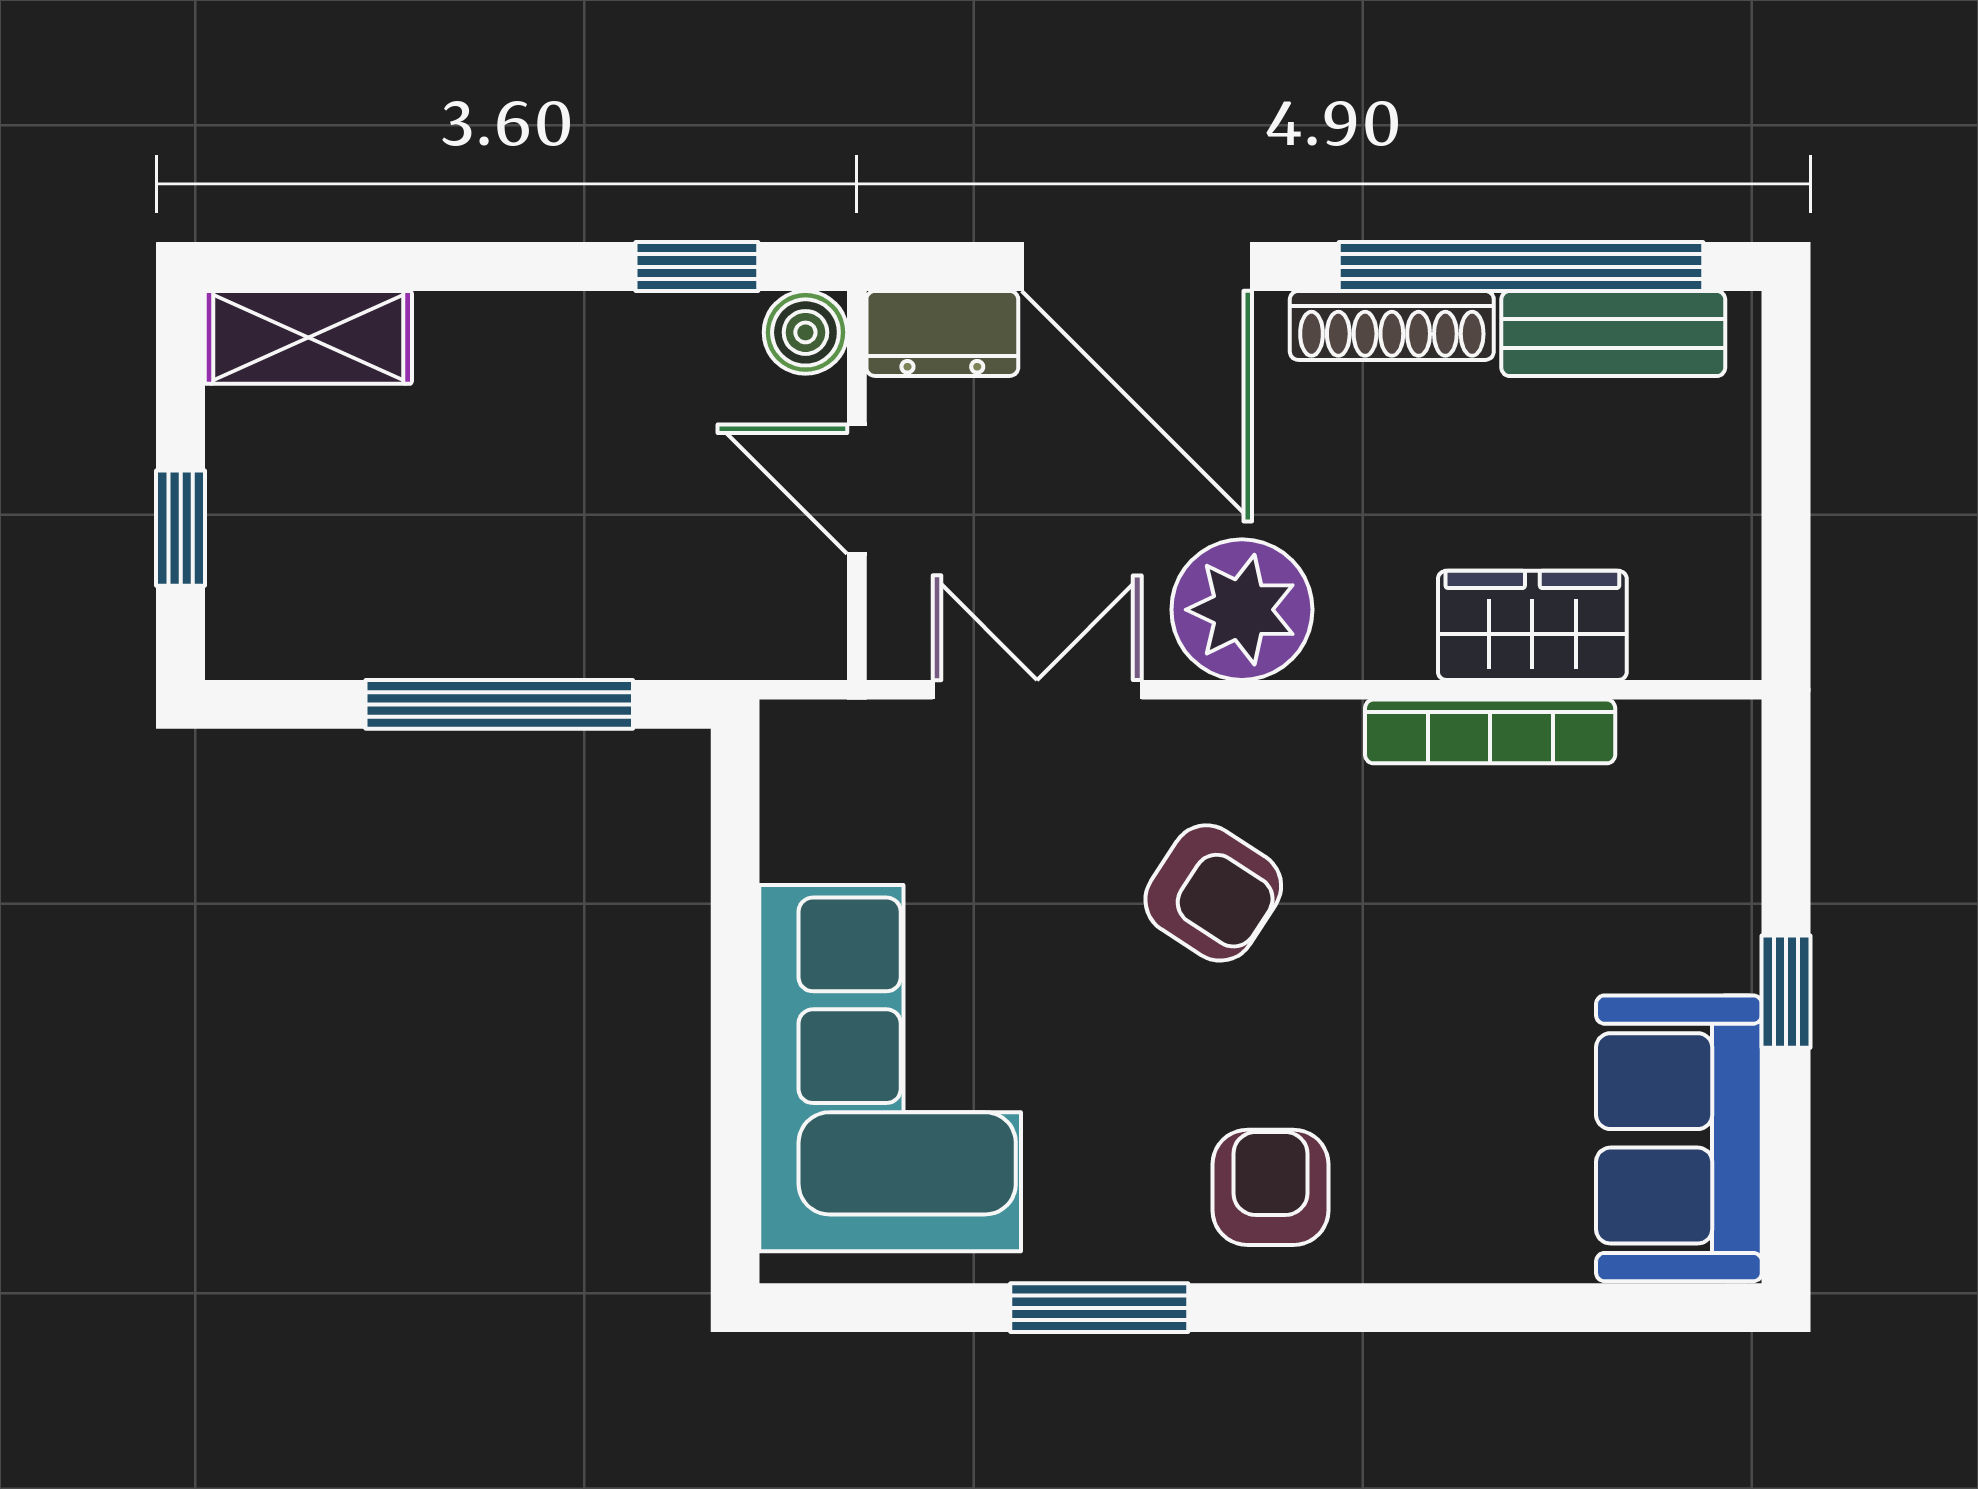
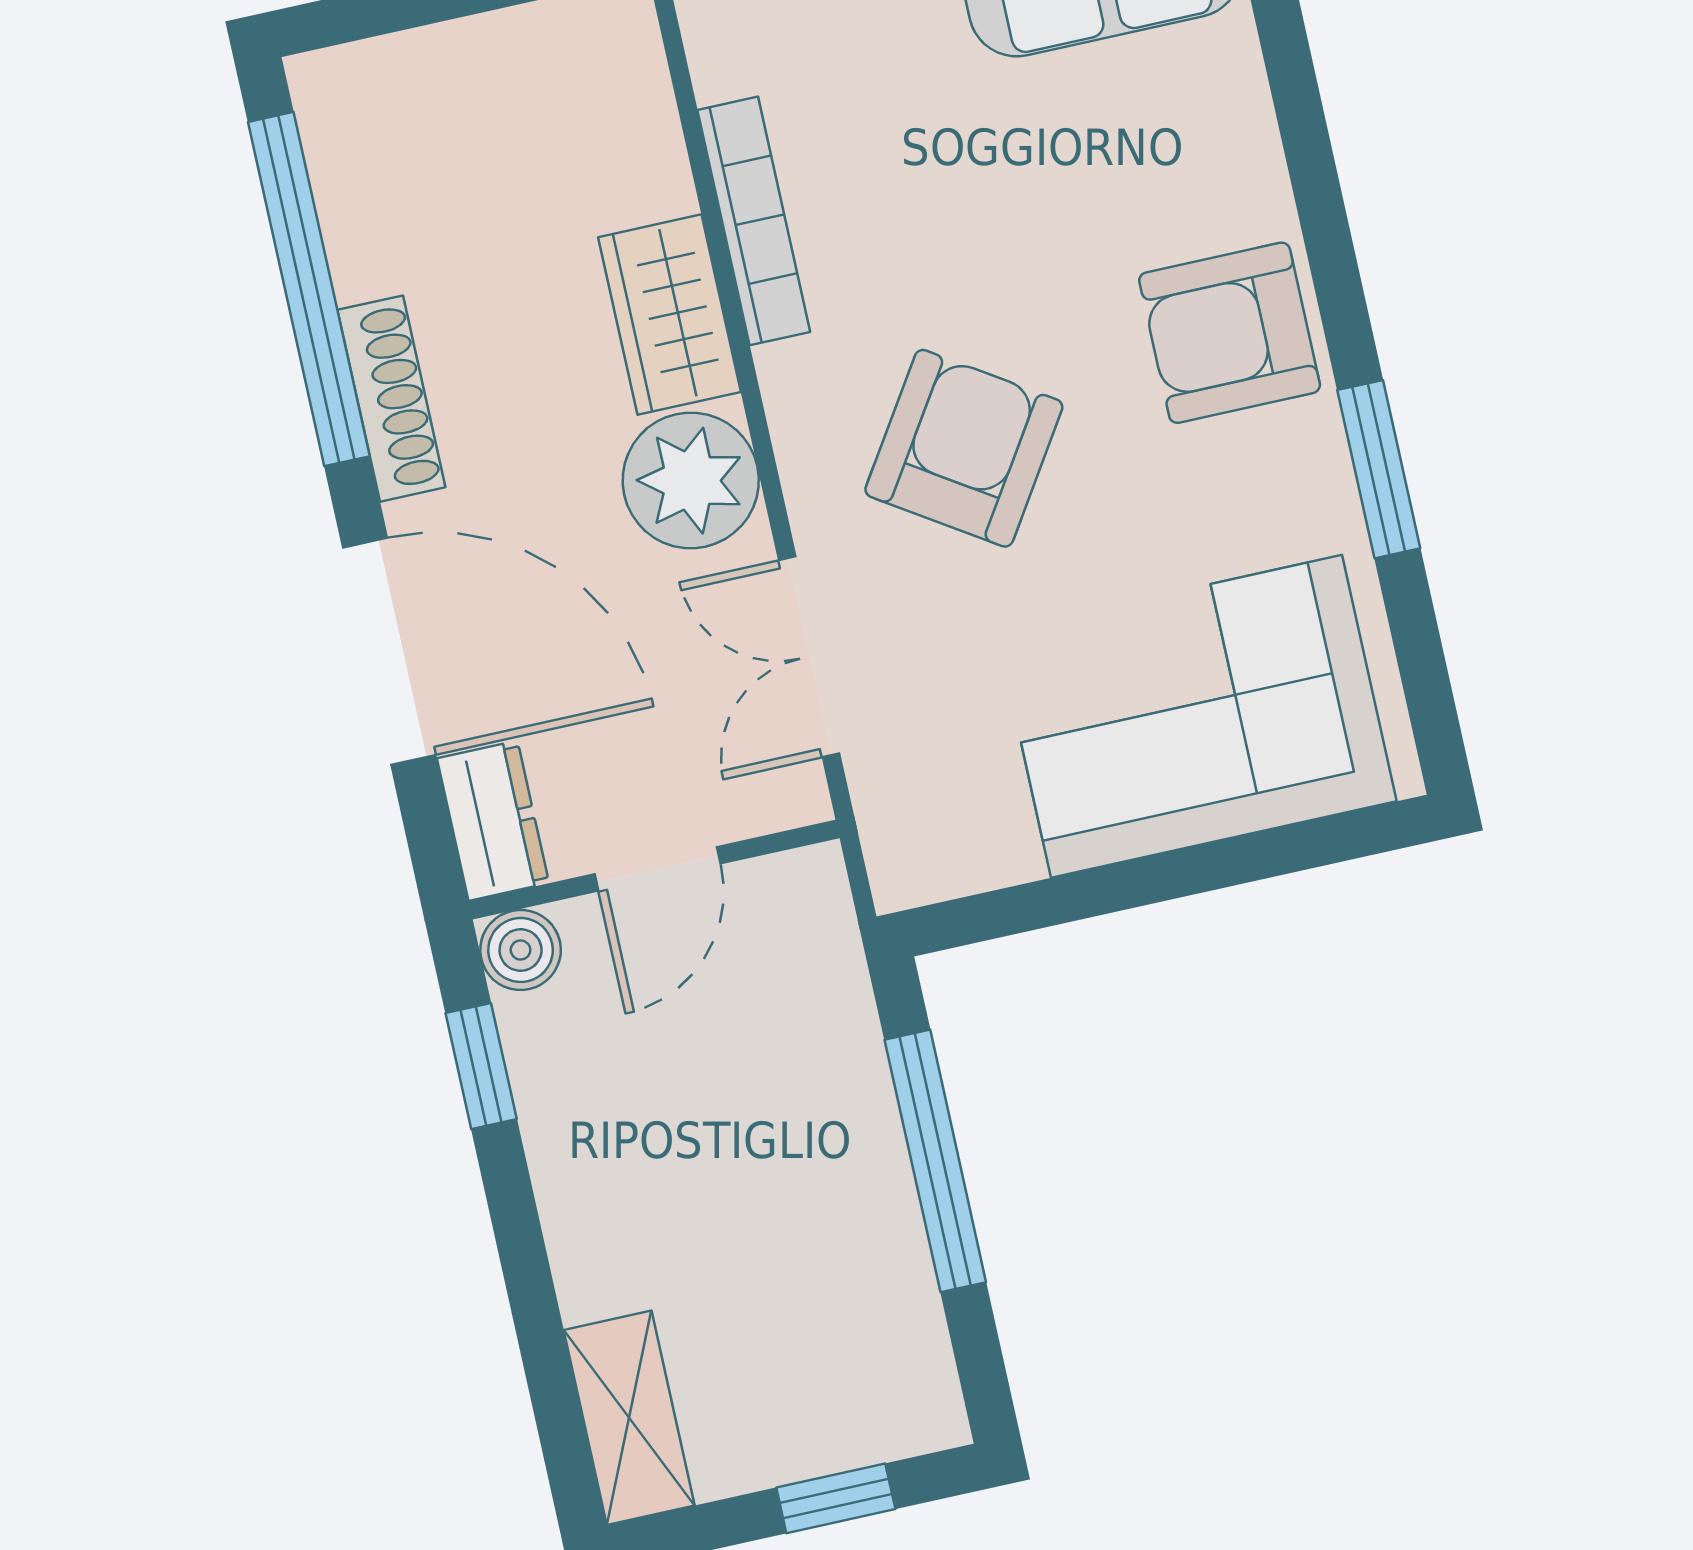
door: (1137, 267) -> (389, 651), hinge flipped
bench: (1613, 334) -> (353, 188), removed
wardrobe: (1532, 625) -> (669, 315), moved
armchair: (1213, 893) -> (964, 448), width x1.38, depth x1.38
armchair: (1270, 1187) -> (1230, 333), width x1.38, depth x1.38

